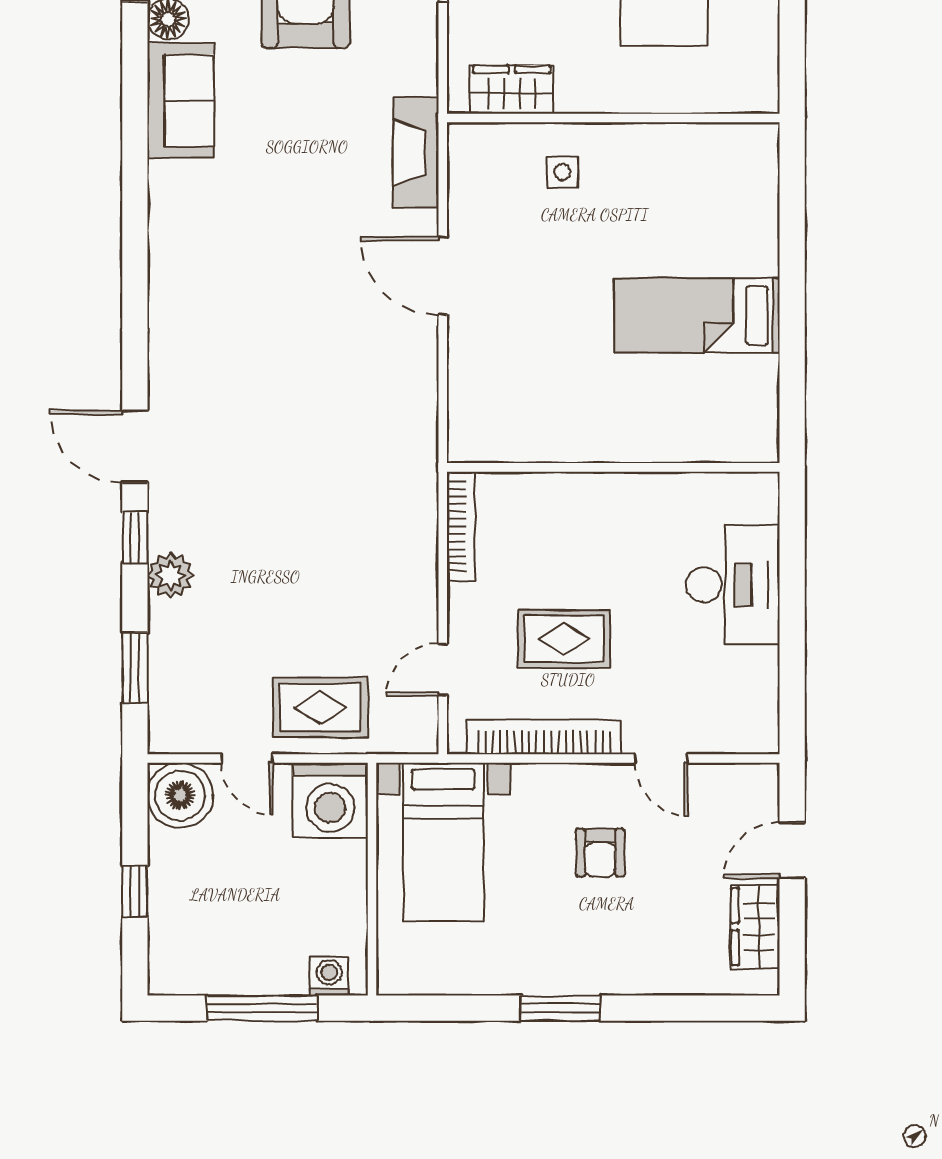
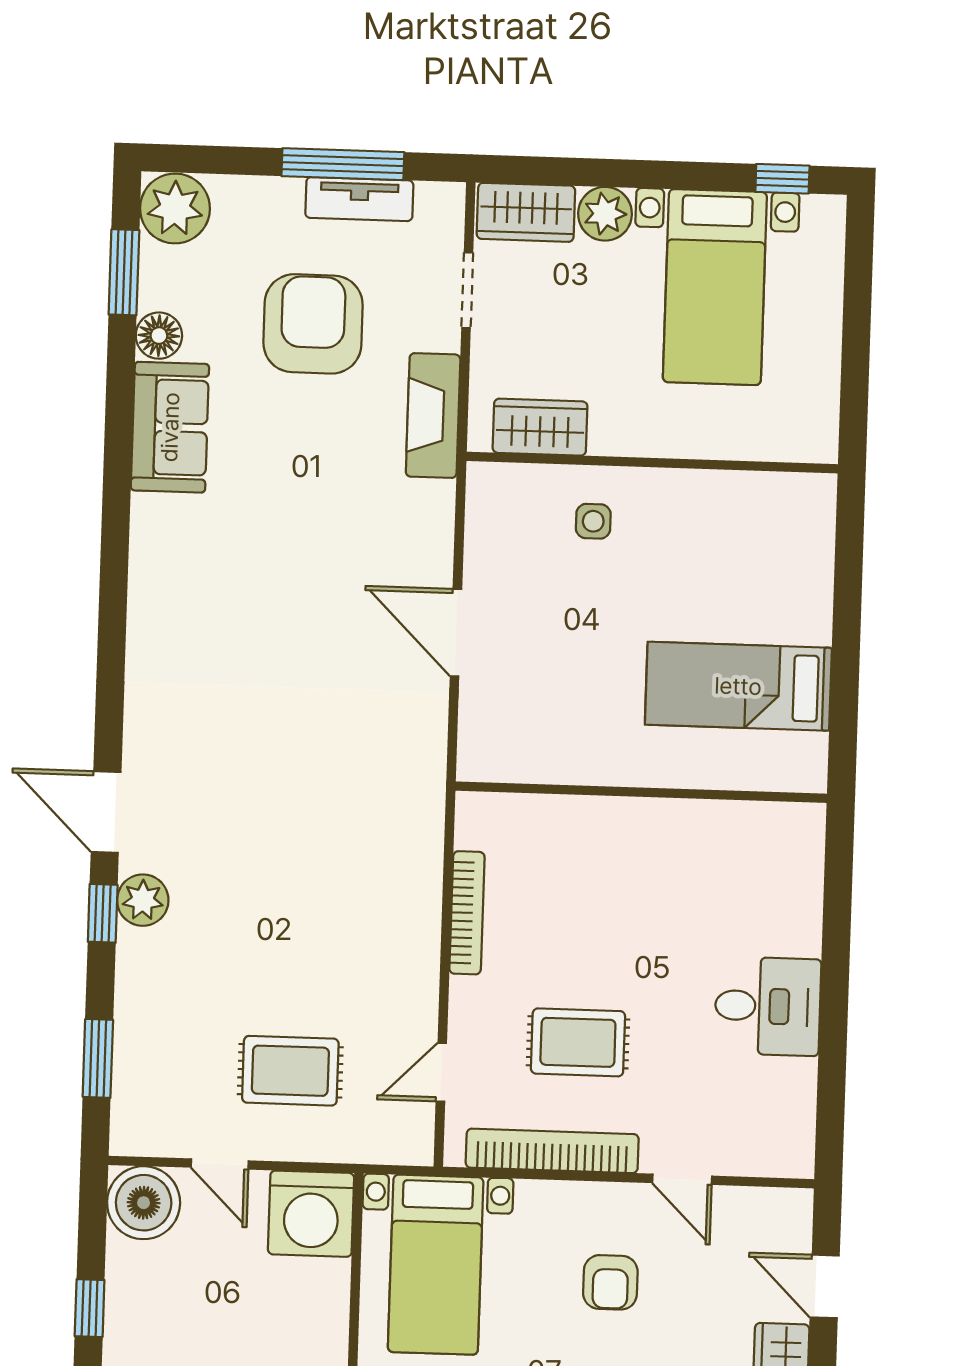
fireplace: (416, 152) -> (433, 416), moved
wall: (613, 467) -> (641, 792), moved
plant: (170, 575) -> (143, 900), moved
desk: (733, 585) -> (768, 1006), width x0.73
rug: (321, 708) -> (290, 1071), moved
door: (792, 850) -> (825, 1286), hinge flipped

